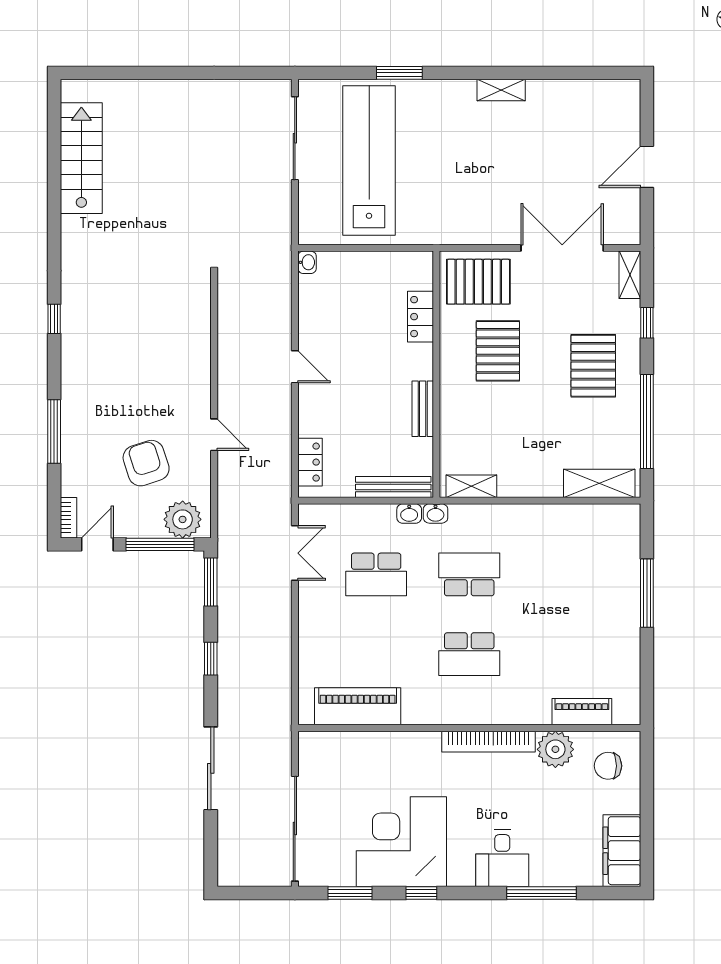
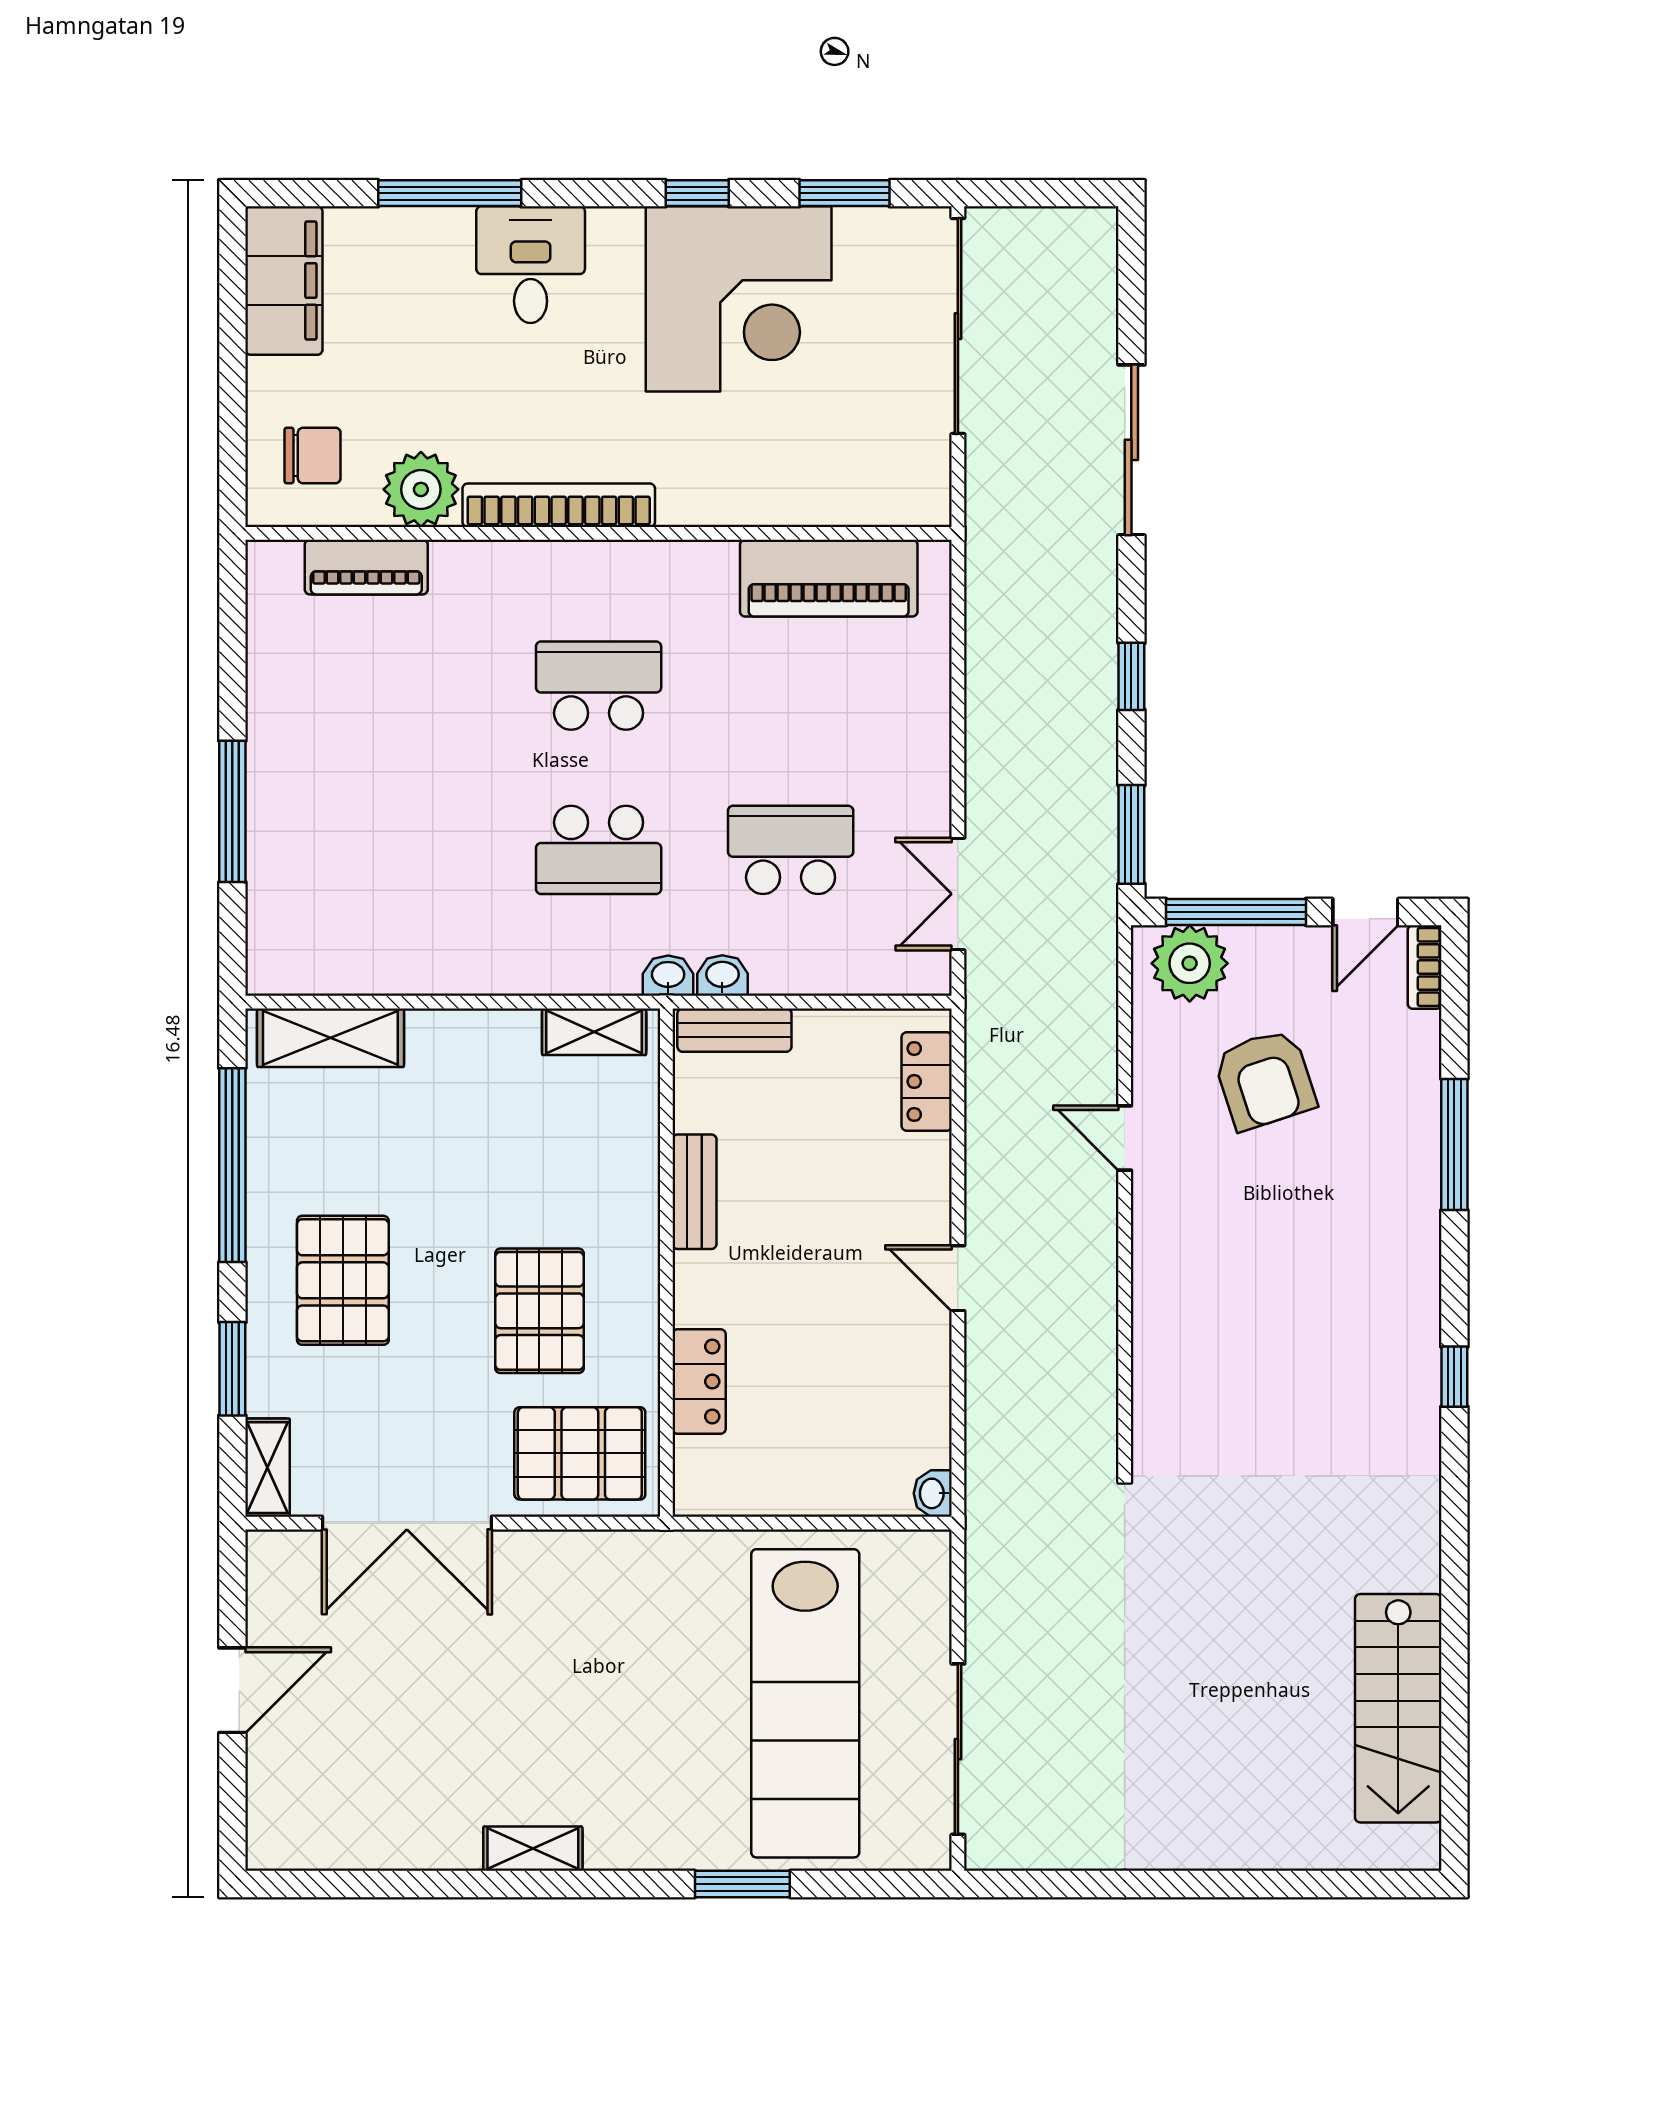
window: (647, 323) -> (232, 1369), width x1.50
bench: (393, 487) -> (734, 1030), width x0.73

